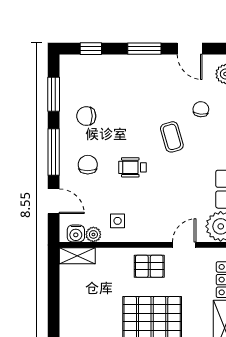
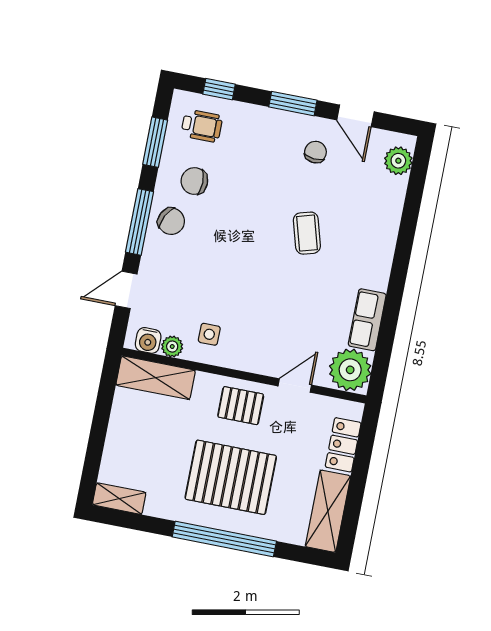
chair: (201, 109) -> (315, 152), moved
chair: (88, 165) -> (171, 221), moved, turned 117
wheelchair: (132, 167) -> (202, 126), moved, turned 180
door: (54, 201) -> (126, 290), swing flipped
shelving: (77, 256) -> (156, 378), width x1.50, depth x1.33

